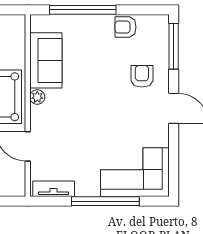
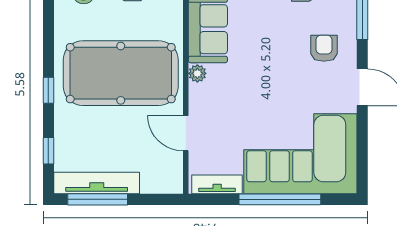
corner sofa: (135, 172) -> (300, 154), width x1.36, depth x1.36

